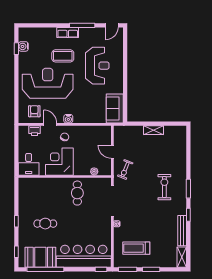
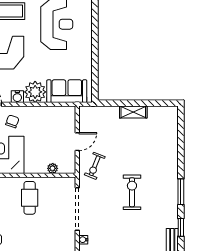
sofa: (115, 109) -> (67, 91), moved, turned 90
plant: (81, 115) -> (35, 92), added
door: (112, 152) -> (77, 142), swing flipped
exercise bike: (164, 187) -> (132, 192), moved

